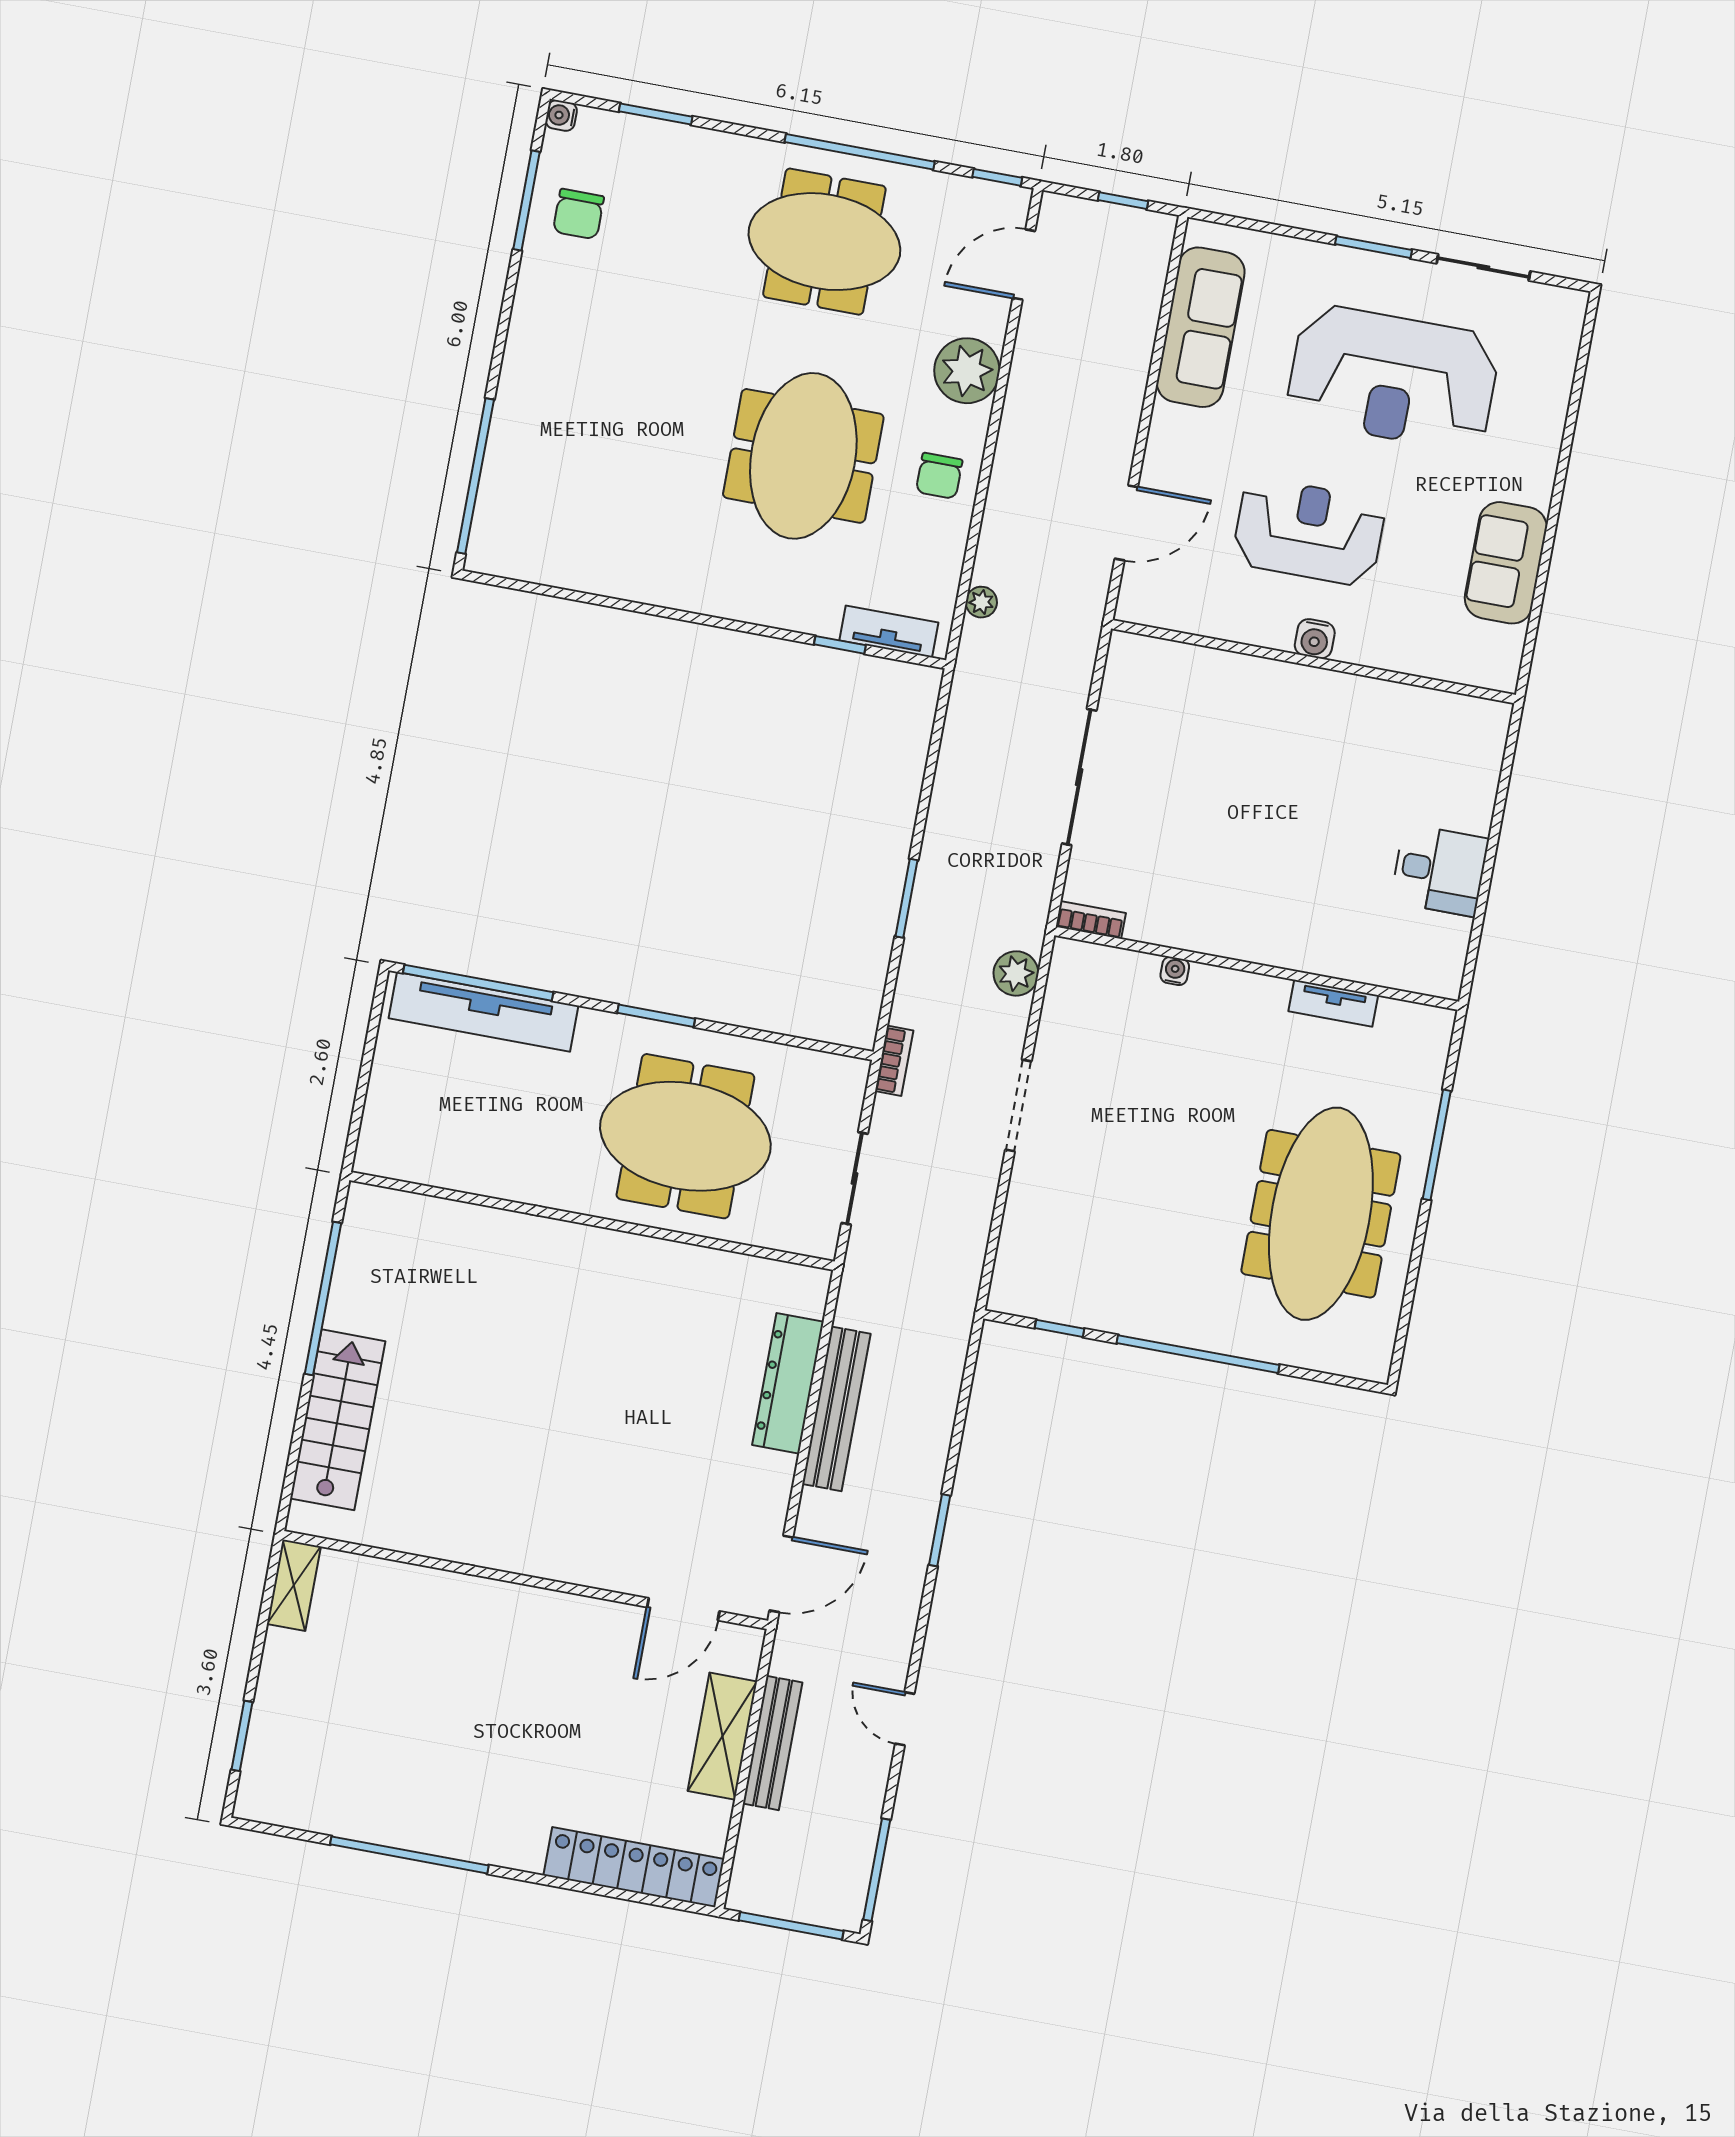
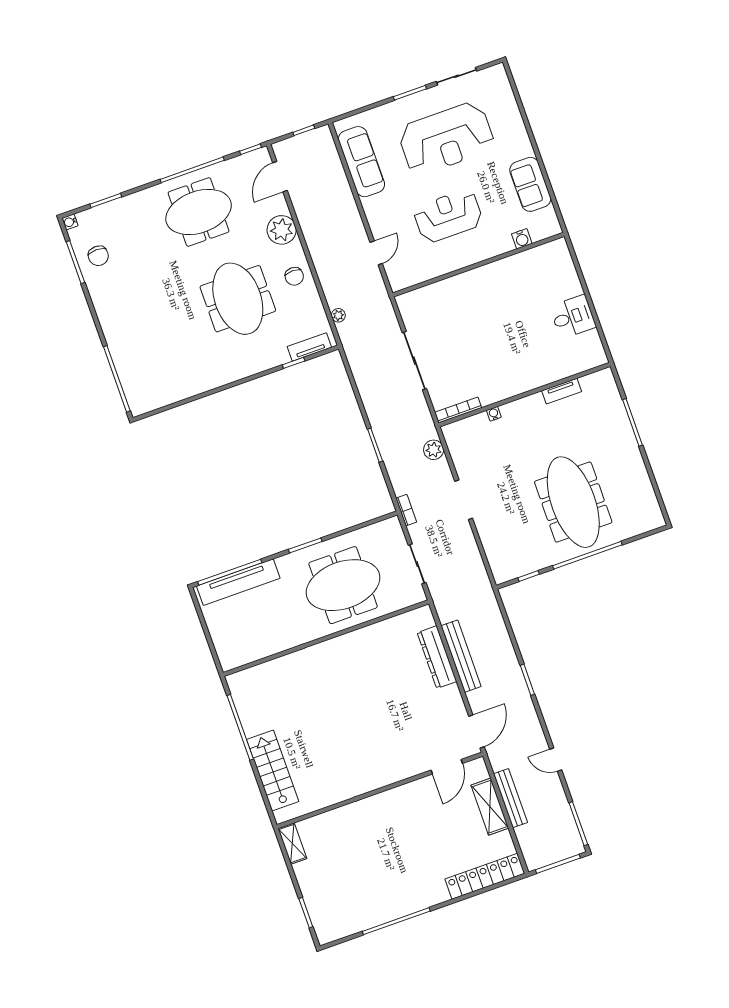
door: (1126, 523) -> (376, 253), width x0.73
water cooler: (1315, 639) -> (522, 239), moved
bookcase: (1091, 920) -> (458, 410), width x1.56
meeting table: (1321, 1214) -> (573, 502), moved

